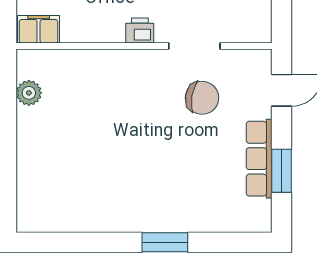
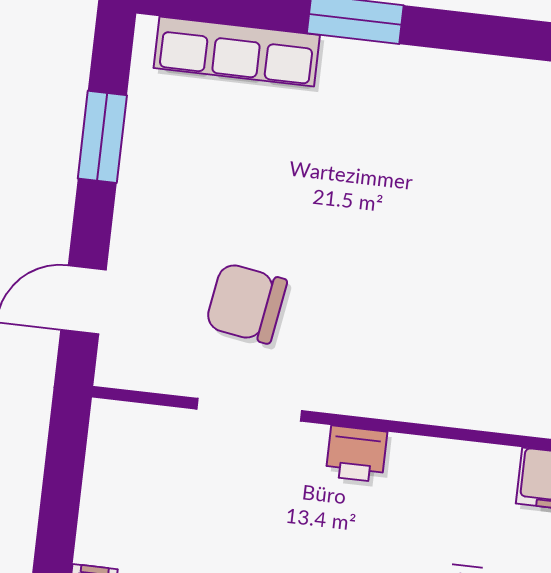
row of seats: (259, 159) -> (237, 52), moved, turned 90

